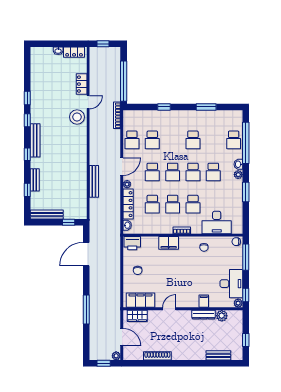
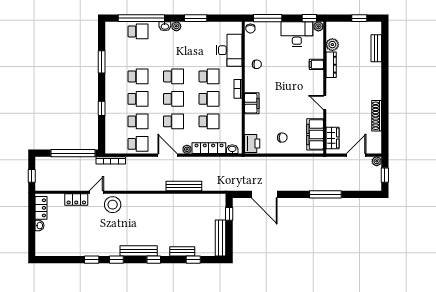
door: (88, 102) -> (96, 192), hinge flipped
school desk: (213, 172) -> (138, 99), moved

